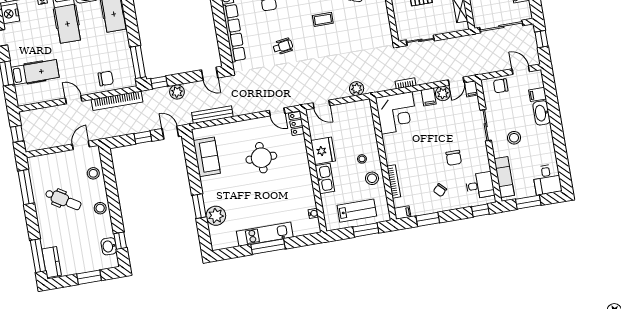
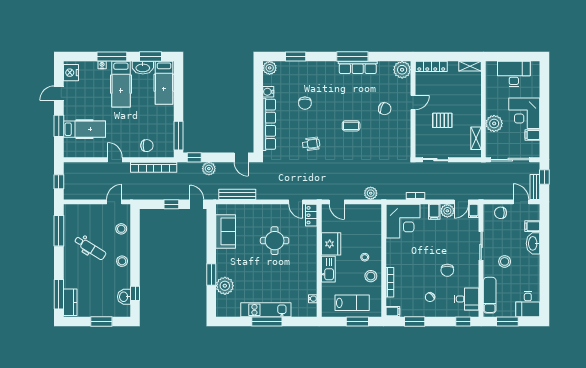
bench: (533, 52) -> (535, 187), added

